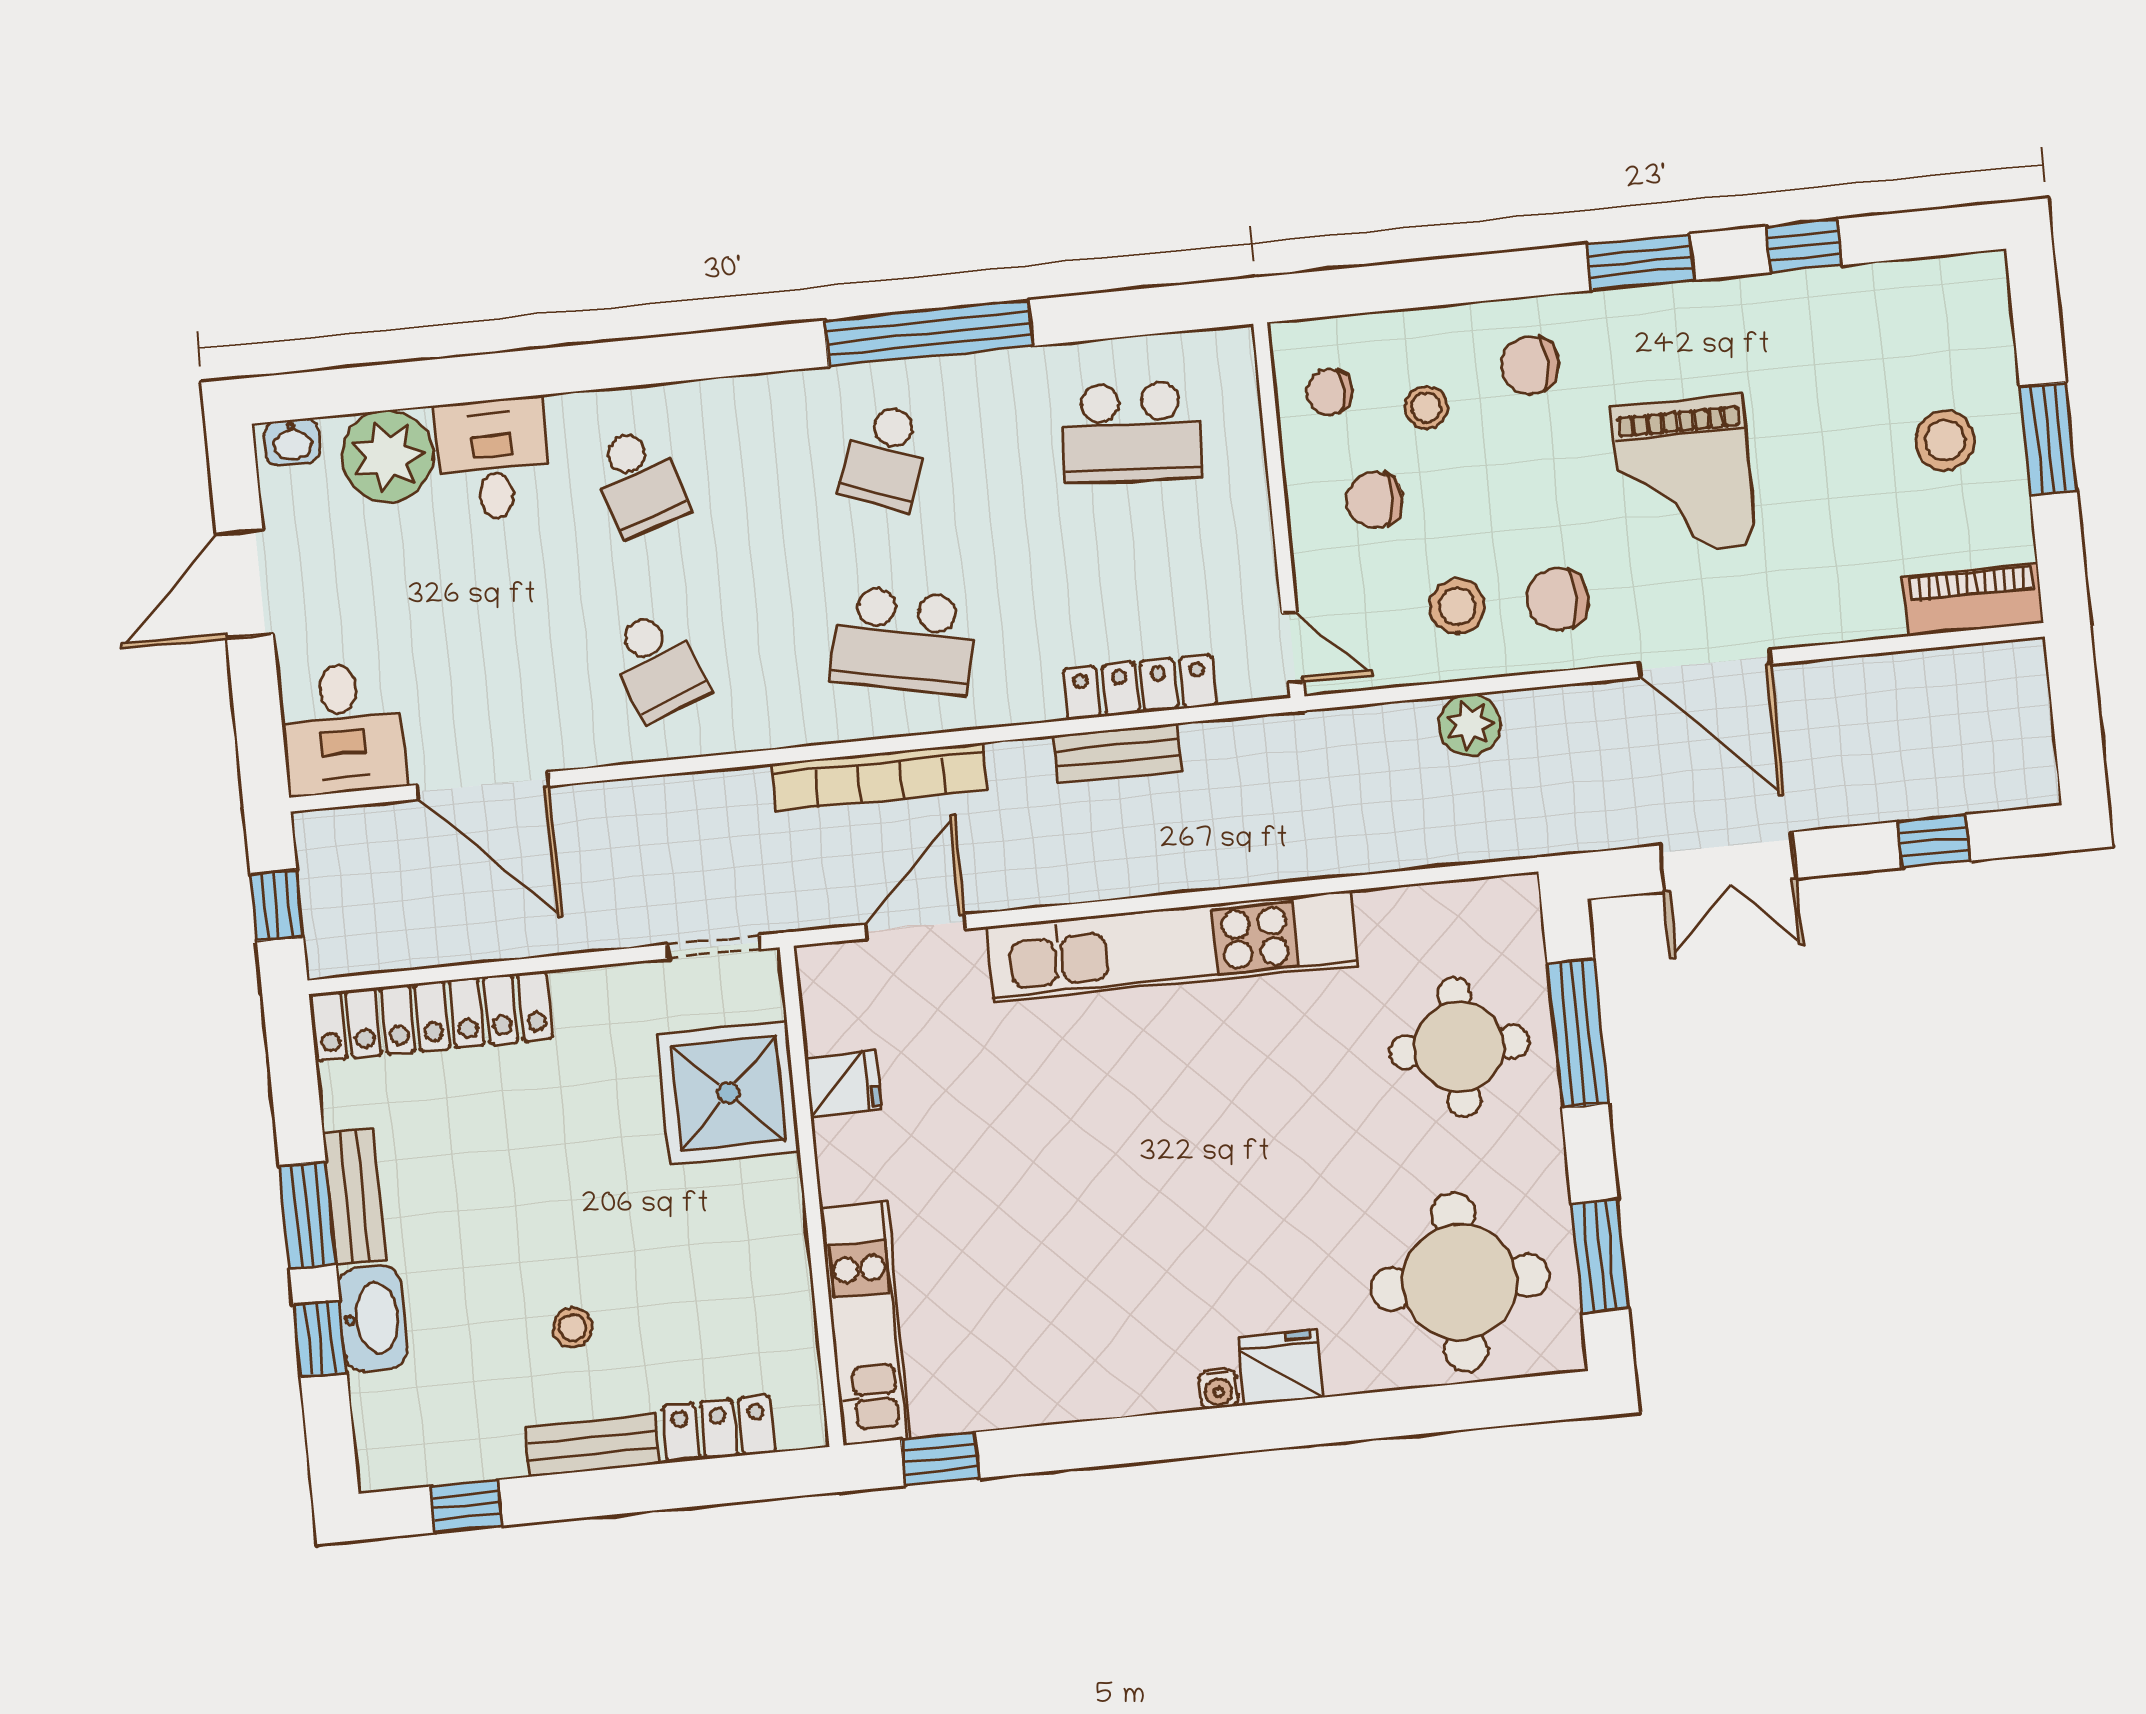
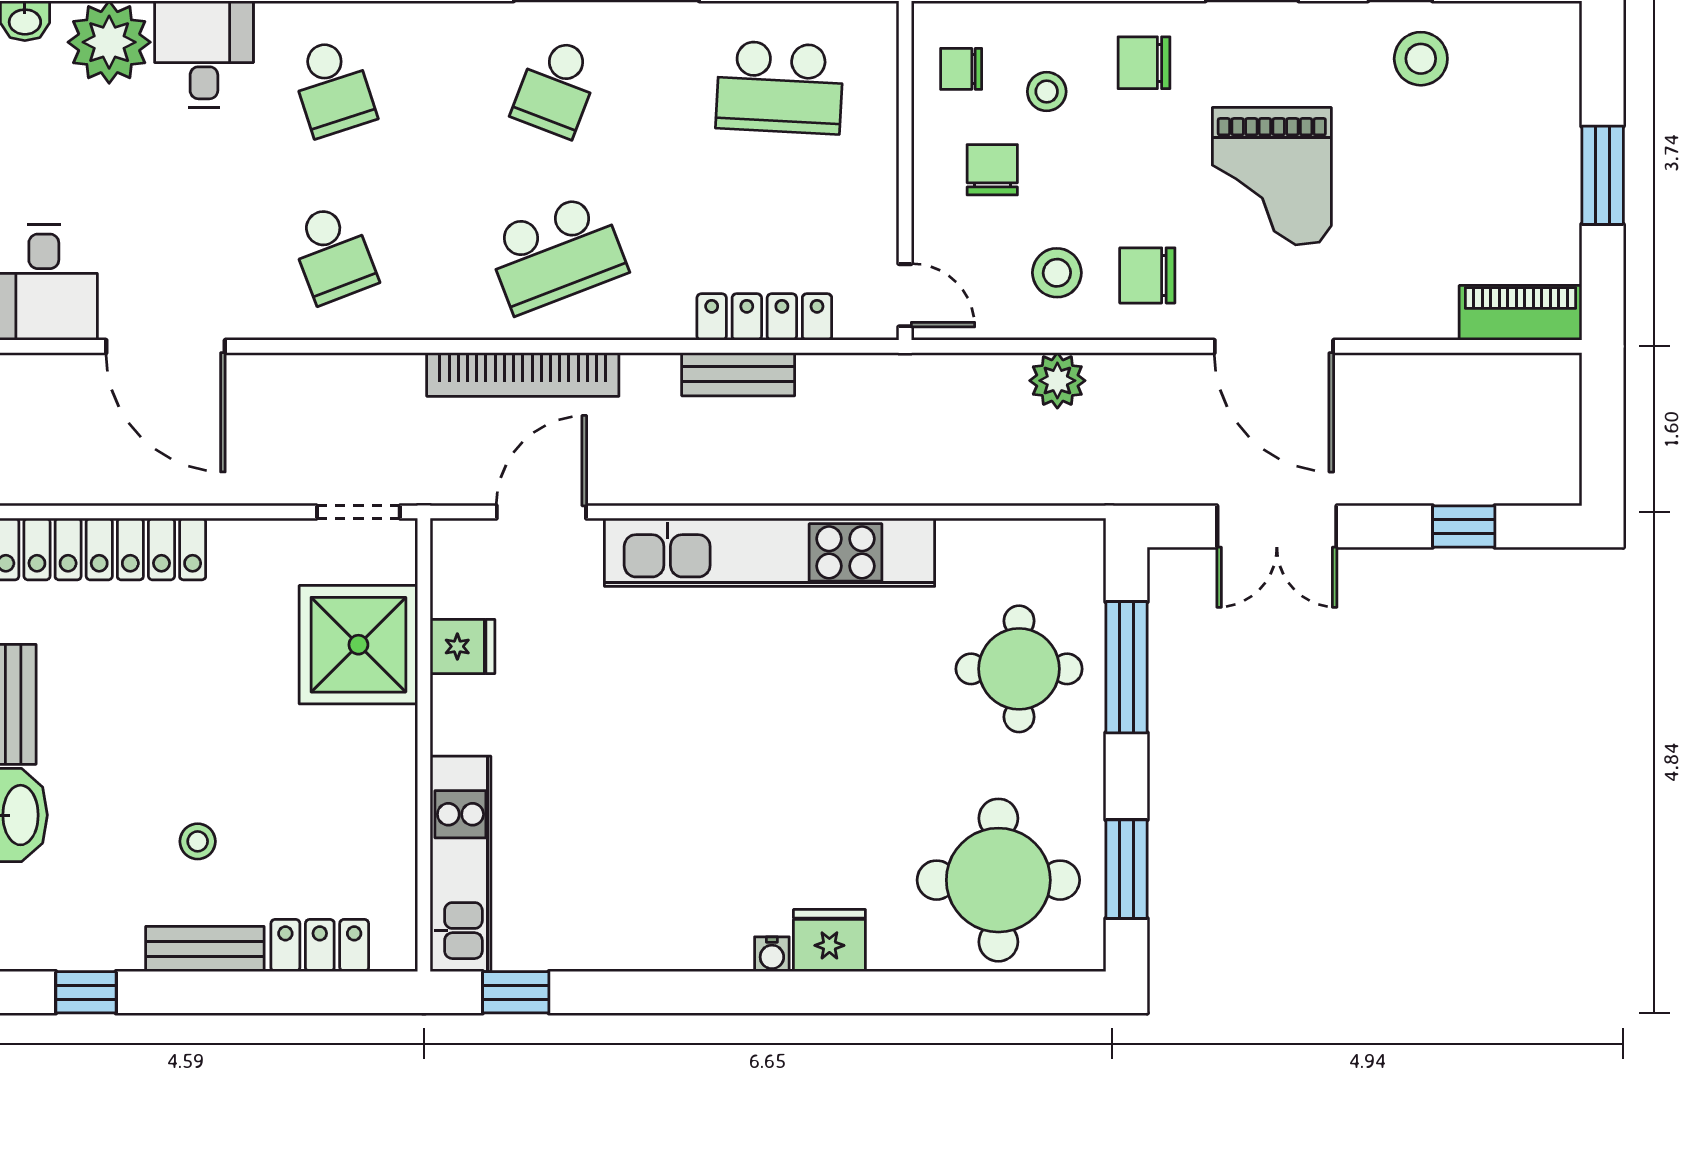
stool: (1945, 441) -> (1421, 59), moved
chair: (1375, 500) -> (992, 170), turned 90
school desk: (903, 640) -> (556, 254), turned -33

